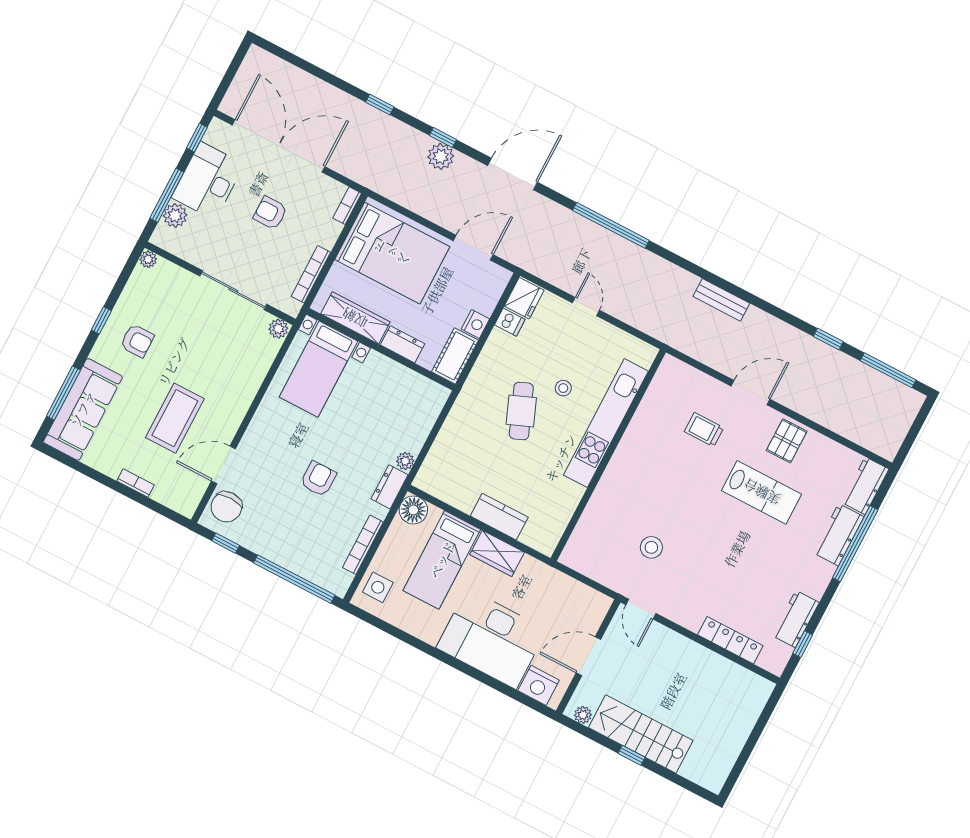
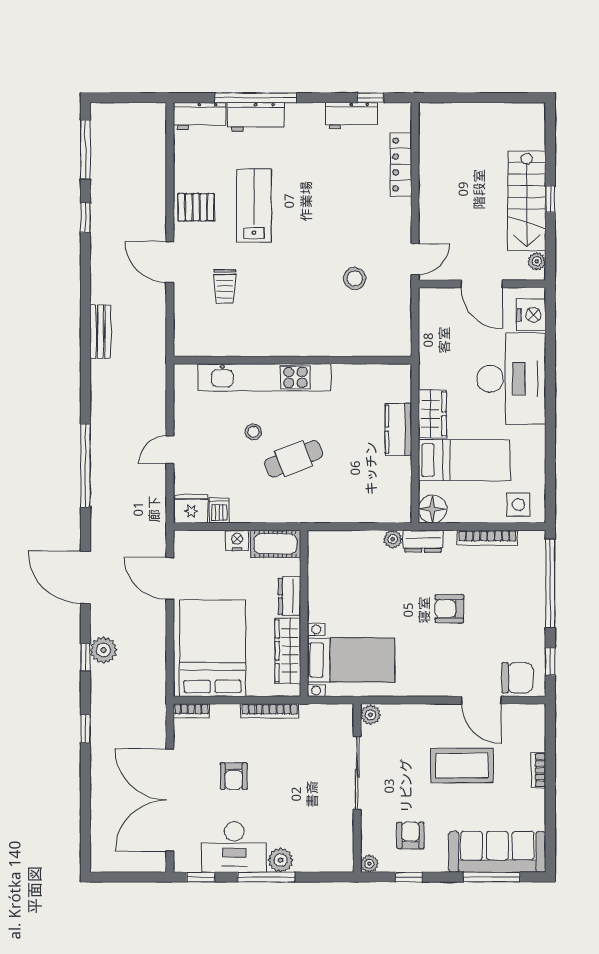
plant: (148, 259) -> (369, 864), moved
wall: (220, 283) -> (357, 788), moved
sliding door: (233, 290) -> (357, 773), moved
plant: (278, 329) -> (371, 715), moved

